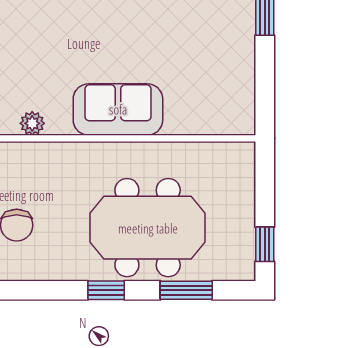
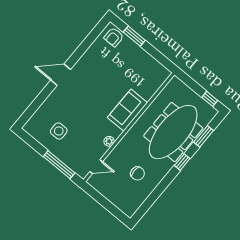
meeting table: (148, 228) -> (173, 132), width x1.36

